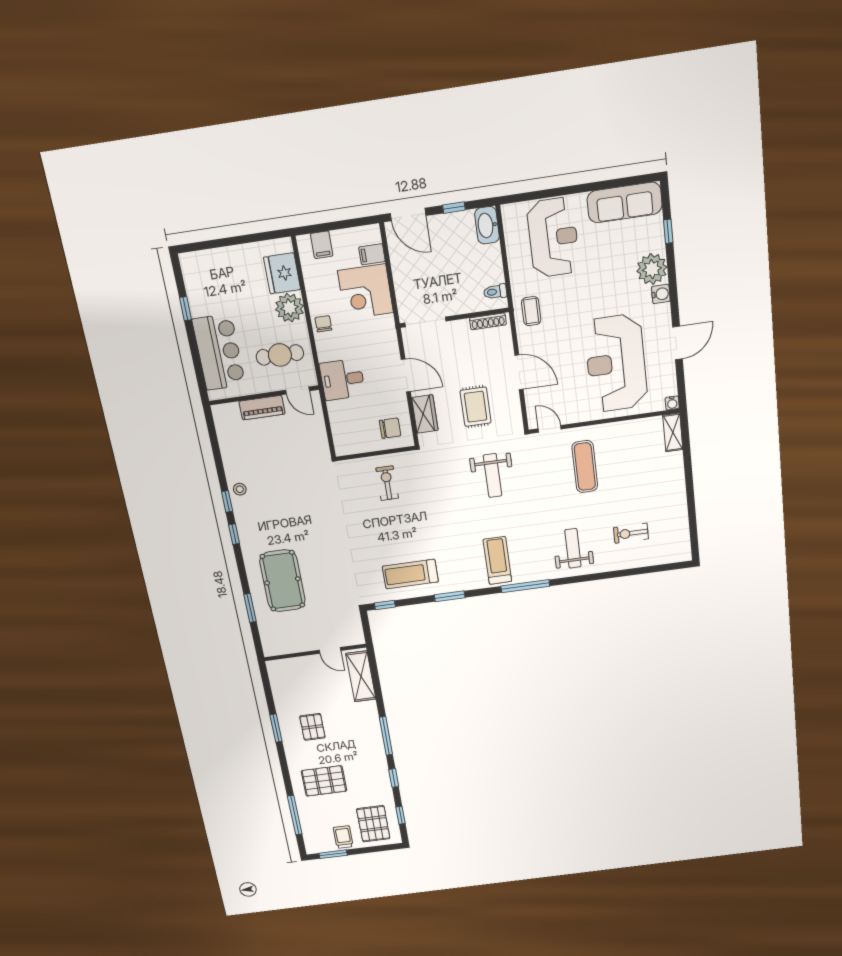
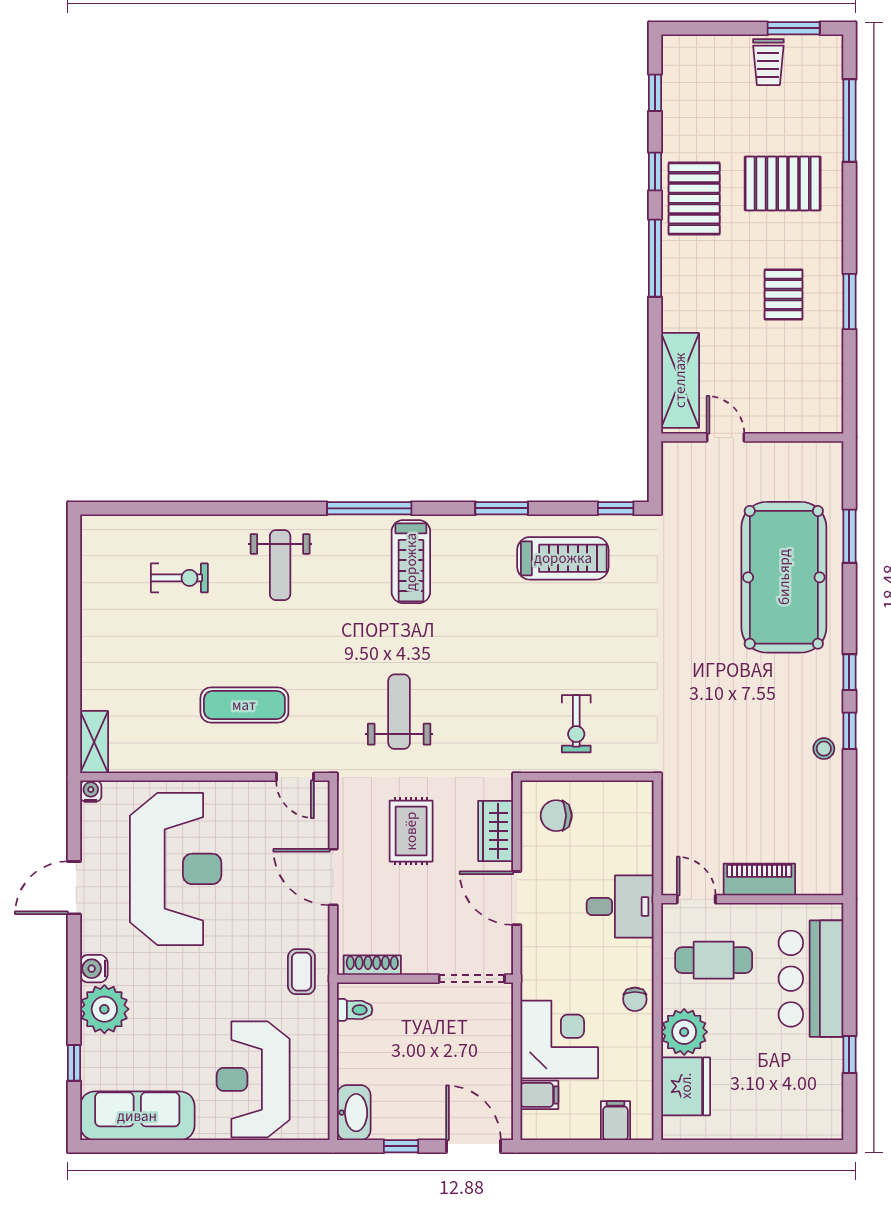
exercise mat: (585, 467) -> (244, 705), turned 90
pool table: (282, 581) -> (784, 577), width x1.36, depth x1.32
pallet: (373, 824) -> (694, 199), moved

